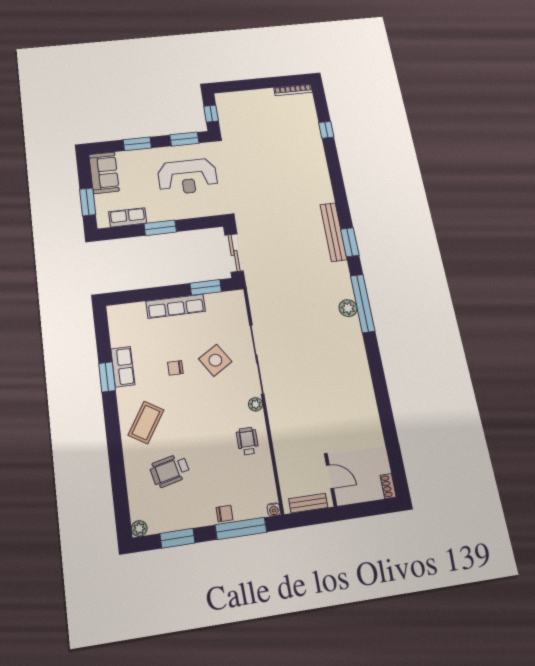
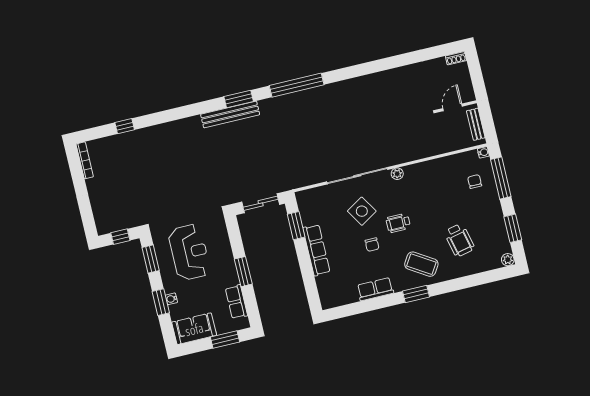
water cooler: (139, 154) -> (171, 299), added
plant: (348, 308) -> (302, 98), removed
window: (107, 377) -> (416, 294), moved
wheelchair: (247, 441) -> (398, 223), moved
chair: (224, 514) -> (475, 181), moved

